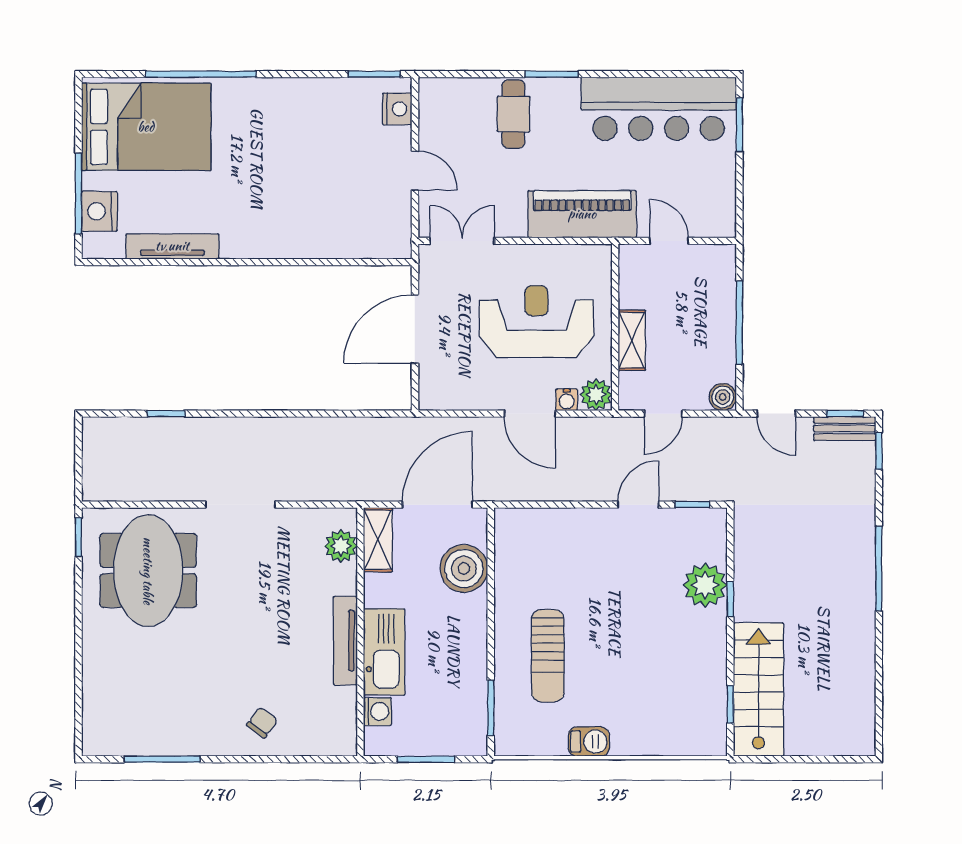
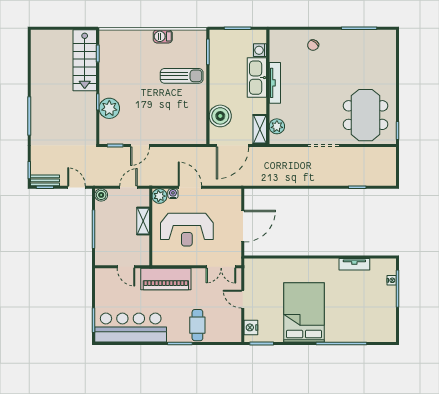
bed: (146, 127) -> (304, 312), moved, turned 90
nightstand: (99, 211) -> (392, 280), width x0.53, depth x0.56
tv unit: (172, 246) -> (354, 264), width x0.71
sun lounger: (548, 656) -> (182, 76), turned 90

